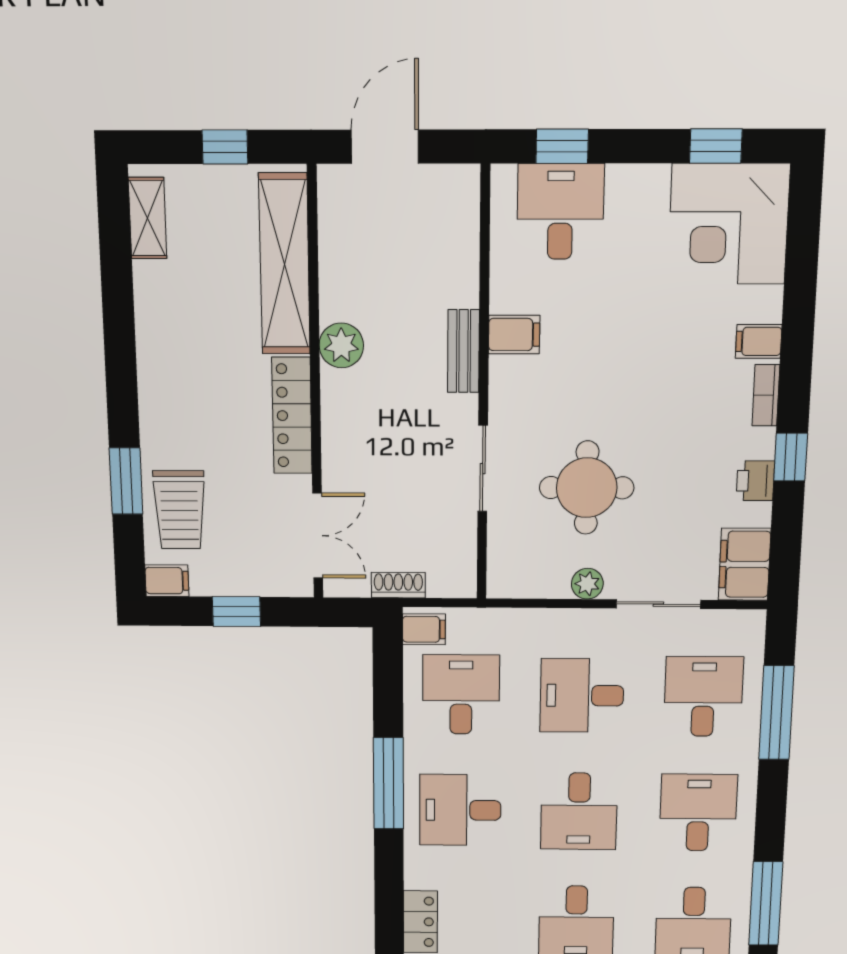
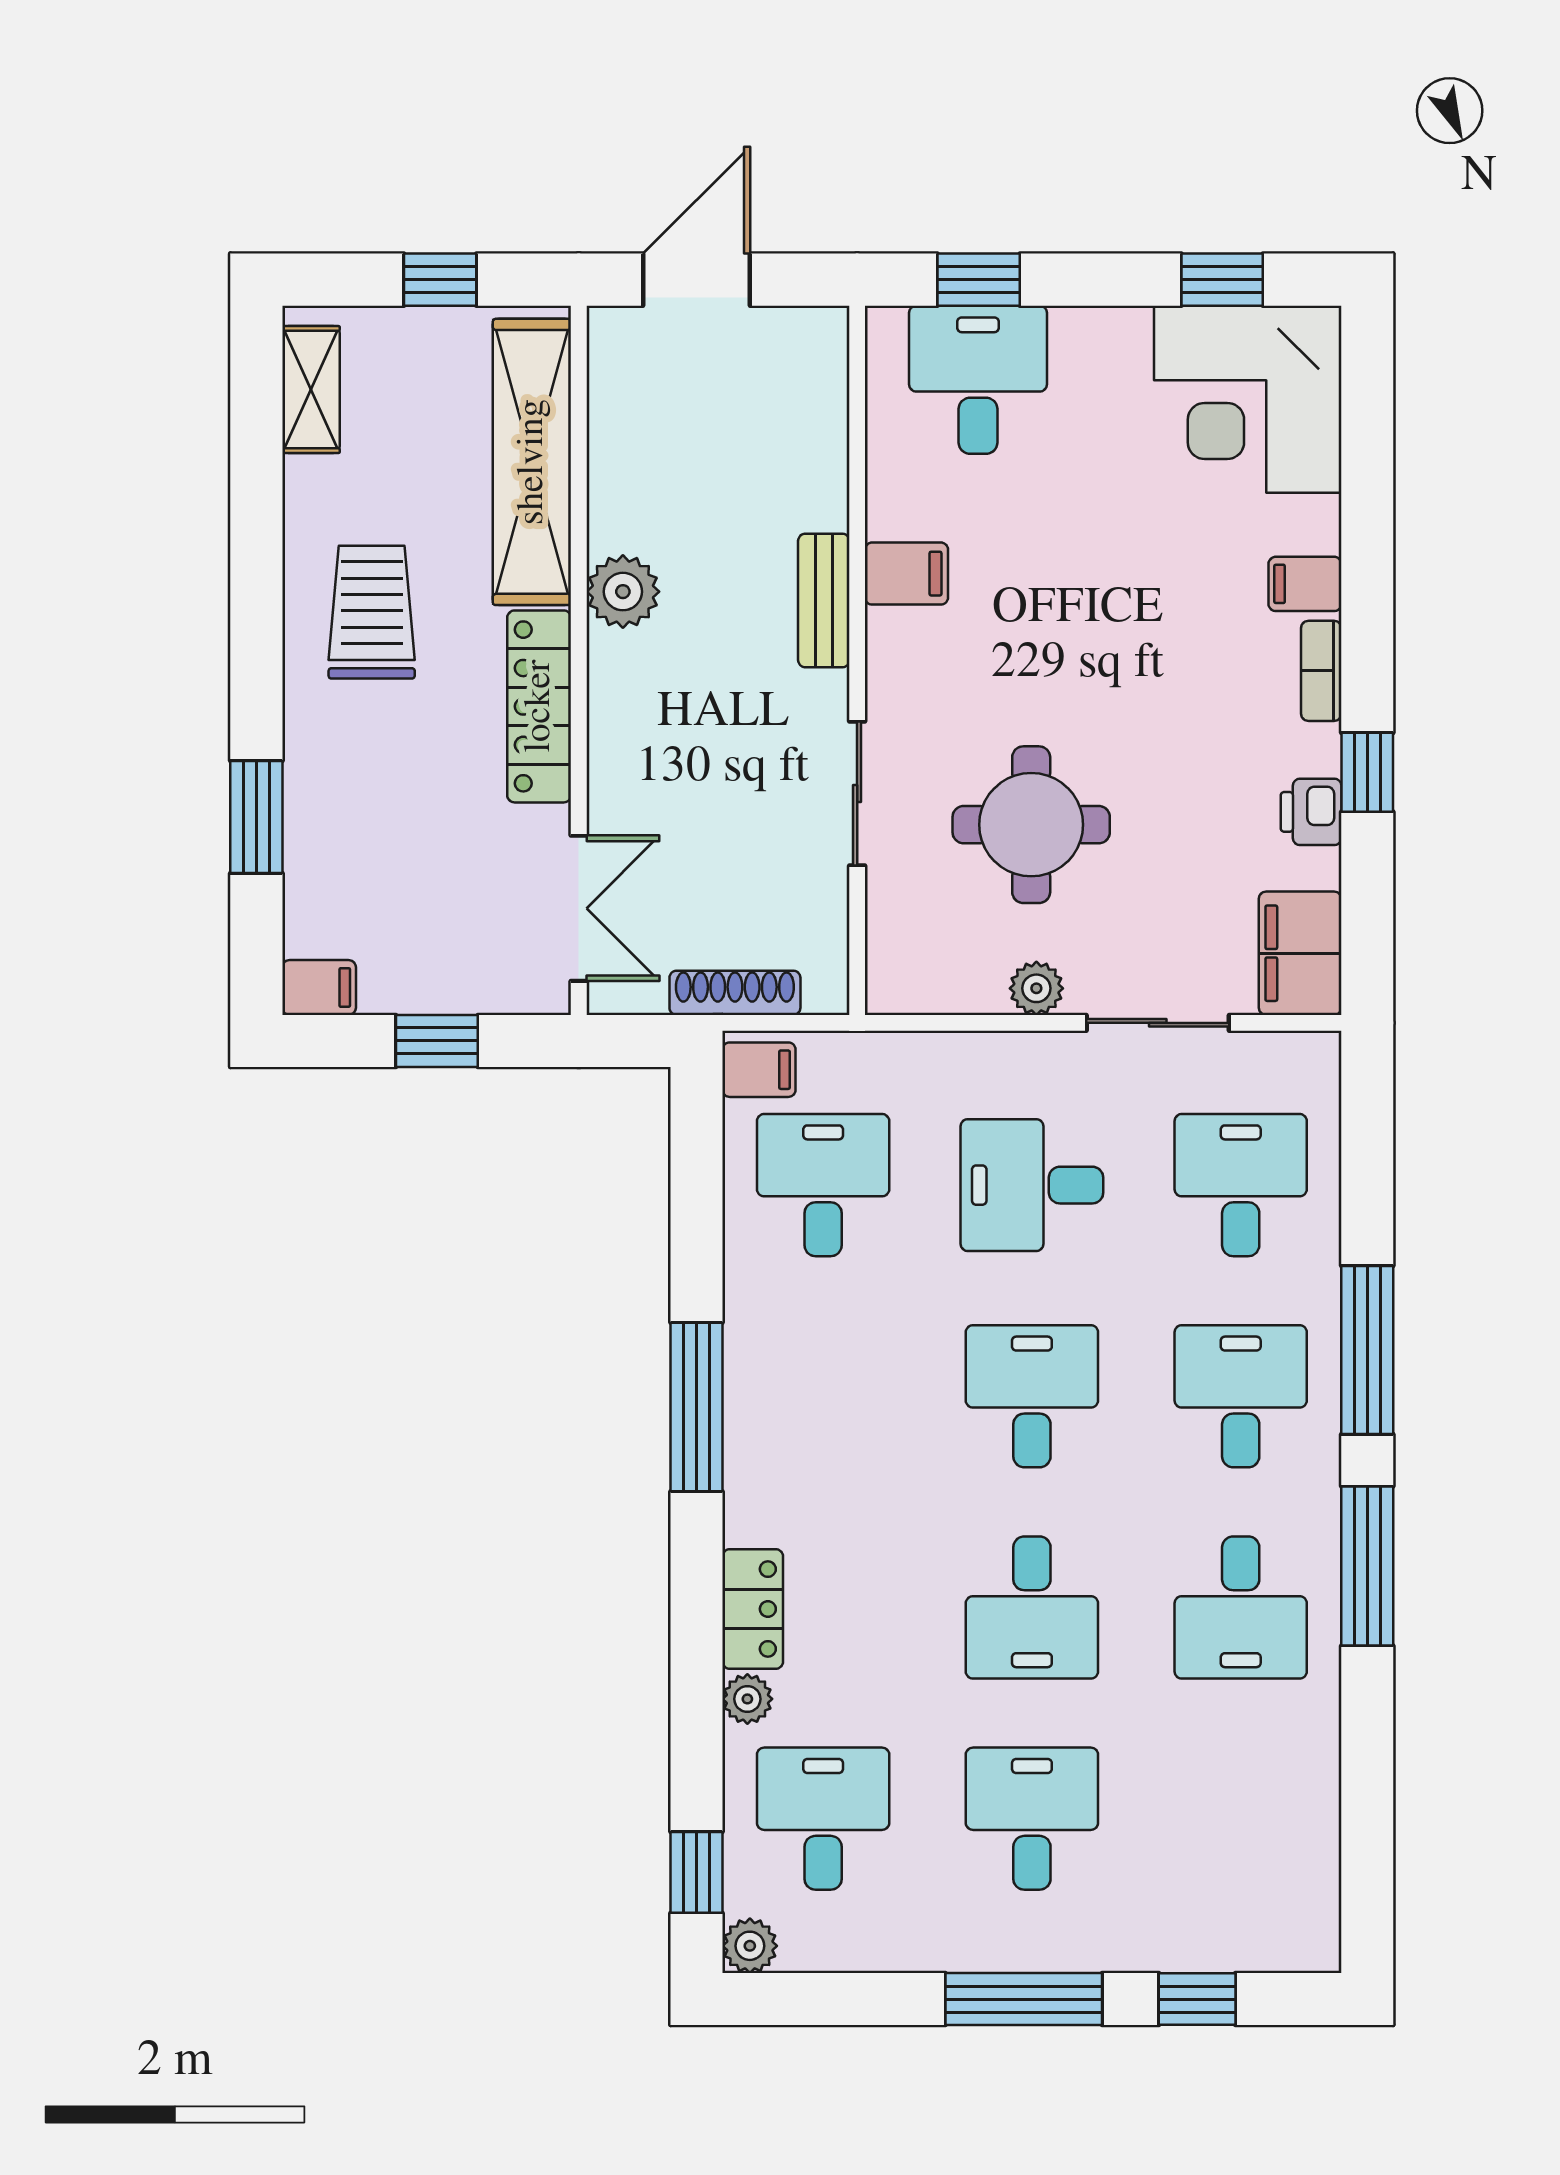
trolley: (180, 510) -> (372, 612), moved, turned 180
shoe rack: (398, 585) -> (735, 993), width x1.43
window: (776, 713) -> (1367, 1350), moved
window: (388, 783) -> (697, 1407), moved
desk: (460, 810) -> (823, 1396), removed
desk: (579, 811) -> (1032, 1396), turned 180

